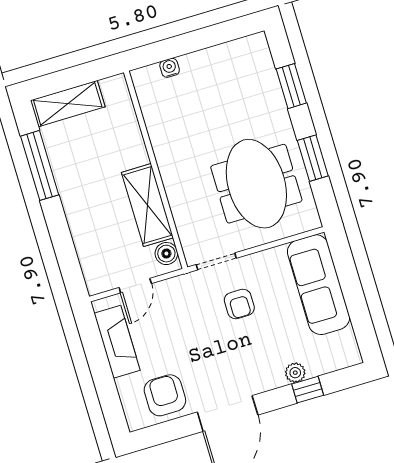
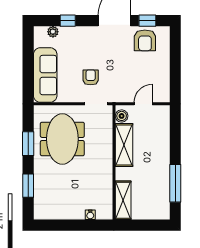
shelving: (68, 104) -> (123, 200), moved, turned 90
fireplace: (117, 342) -> (162, 77), removed
plant: (295, 373) -> (53, 32), moved
window: (171, 430) -> (147, 21), added

